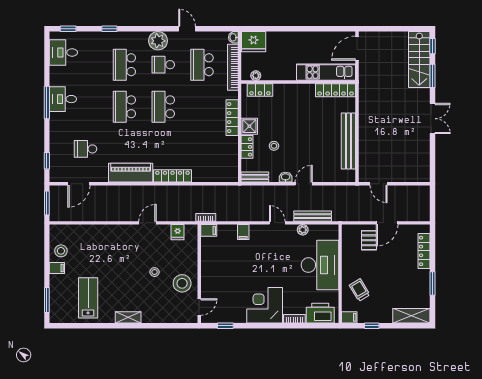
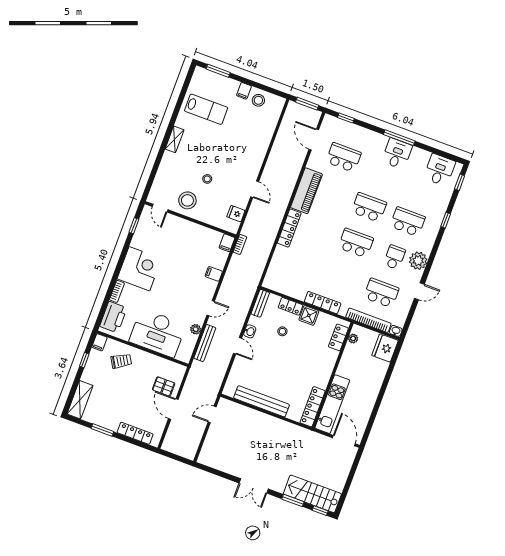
school desk: (85, 149) -> (344, 157), width x1.85

